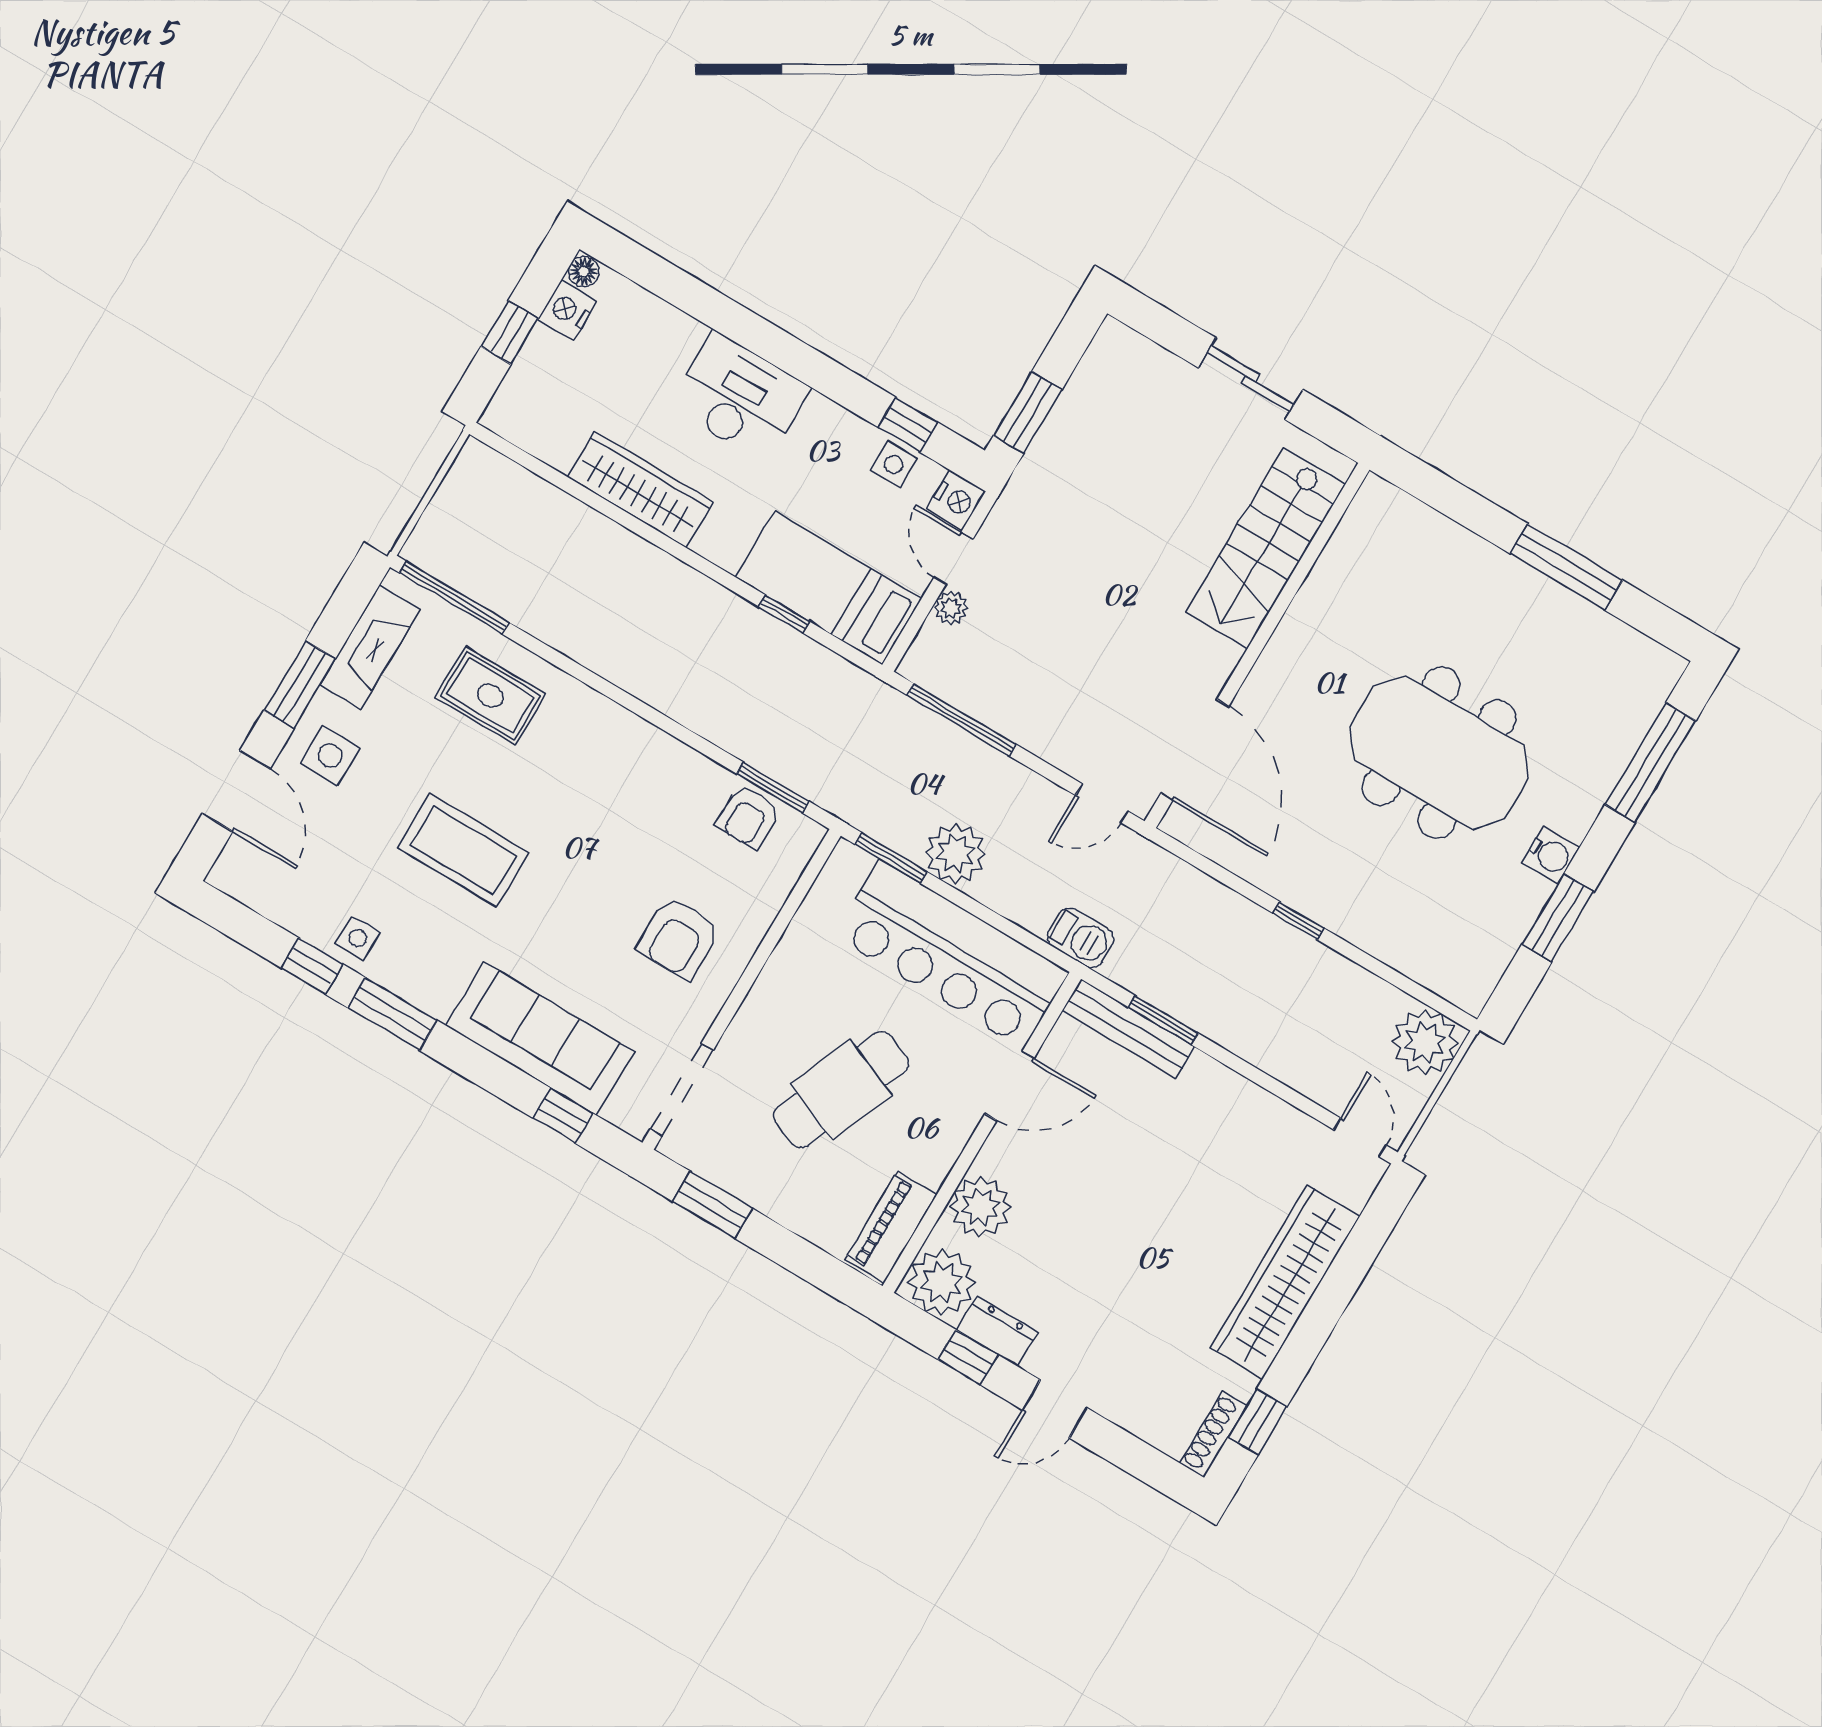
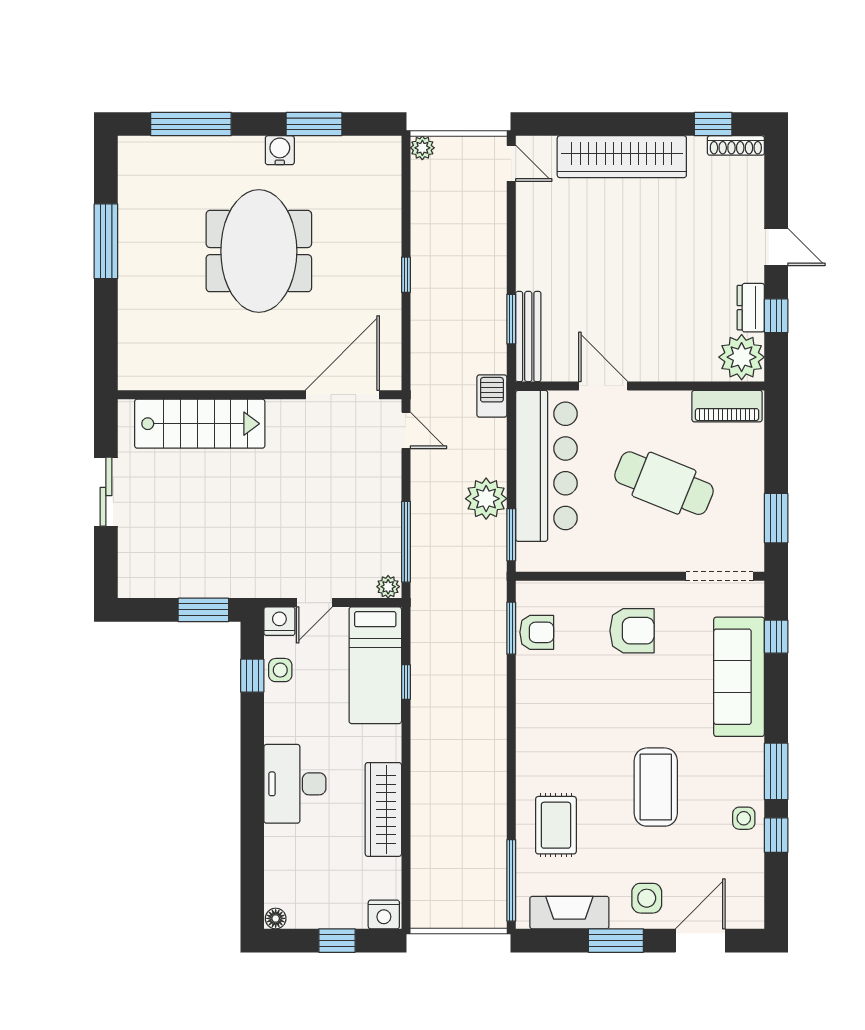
nightstand: (567, 310) -> (384, 914), moved
plant: (951, 608) -> (388, 587), moved
plant: (1425, 1042) -> (422, 148), width x0.53, depth x0.53
door: (1360, 1138) -> (511, 163), swing flipped
plant: (980, 1207) -> (684, 361), removed

